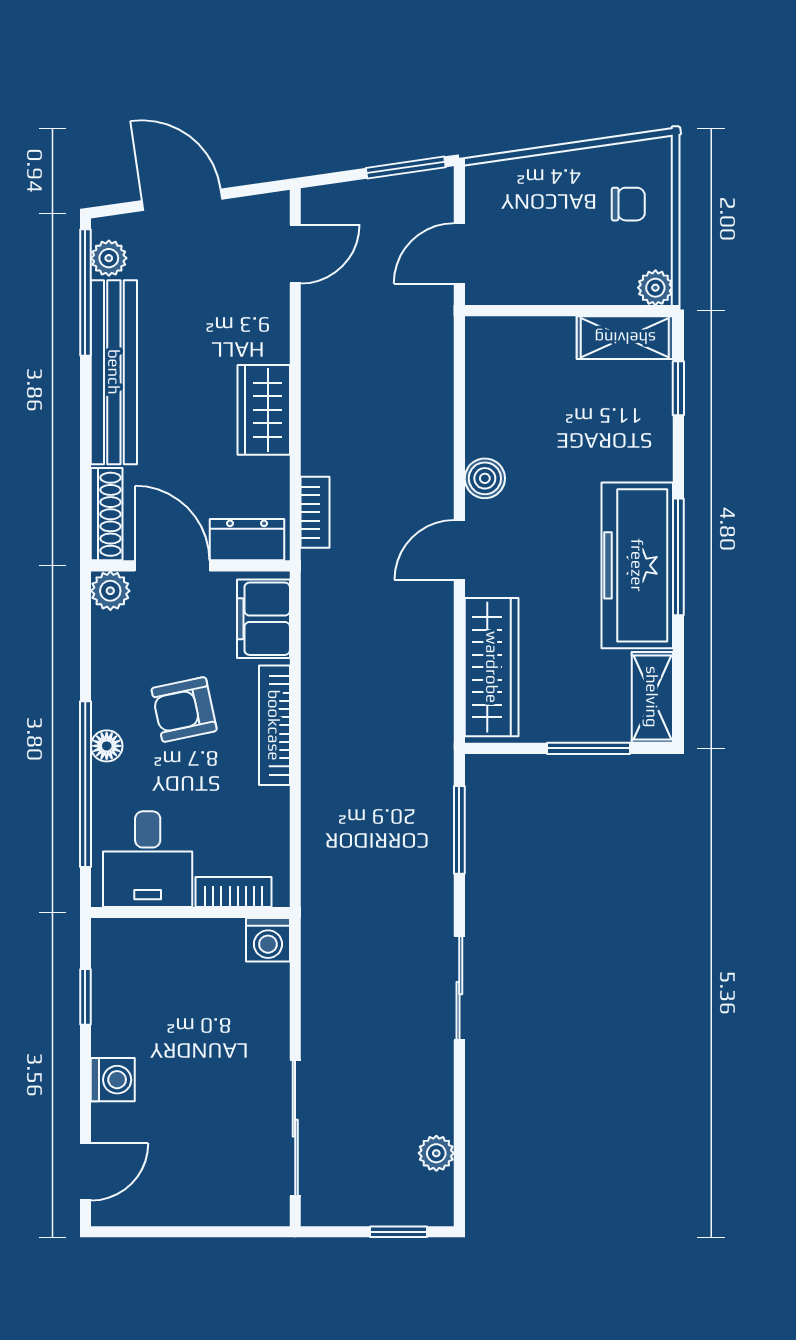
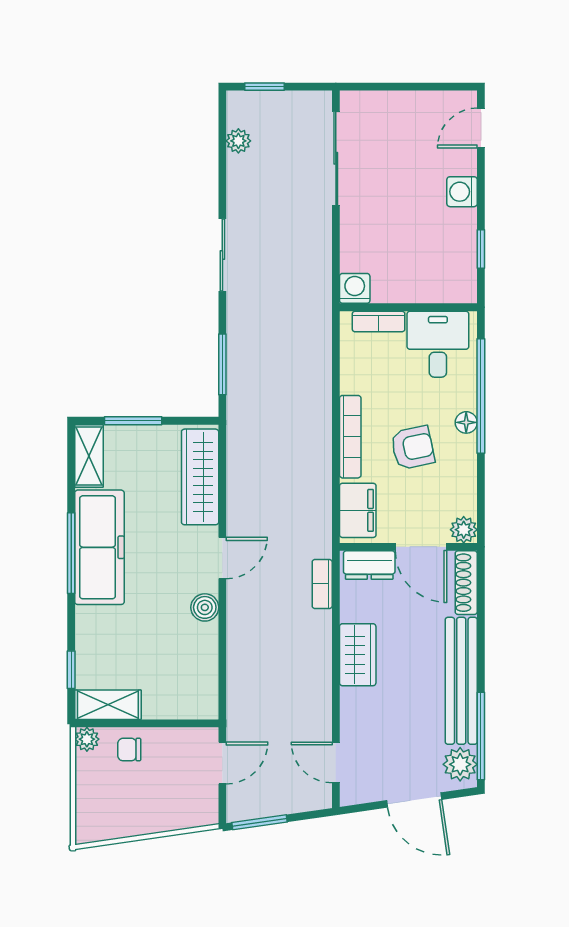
chair: (628, 204) -> (129, 750), moved
door: (295, 254) -> (336, 763), hinge flipped
plant: (109, 258) -> (460, 764), width x1.38, depth x1.38

